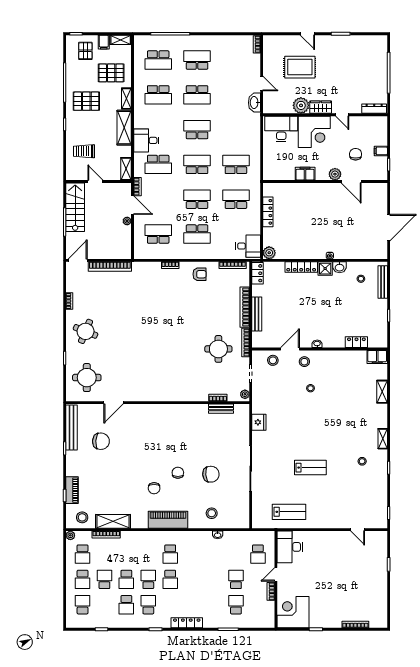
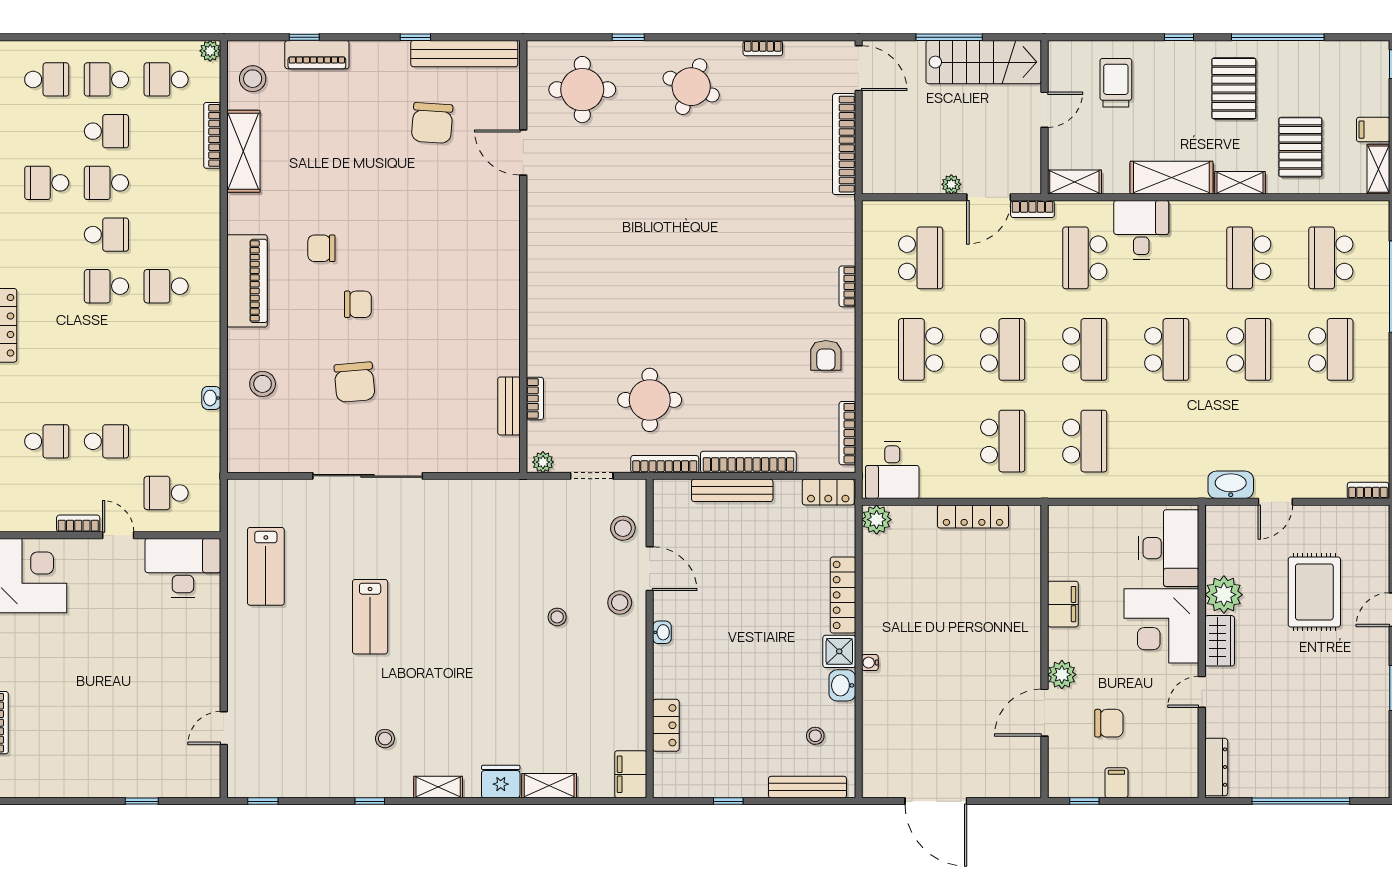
pallet: (85, 51) -> (1353, 86), removed
school desk: (197, 95) -> (1249, 349), turned 180
fridge: (259, 422) -> (501, 782), moved, turned 180
school desk: (148, 605) -> (47, 235), removed

